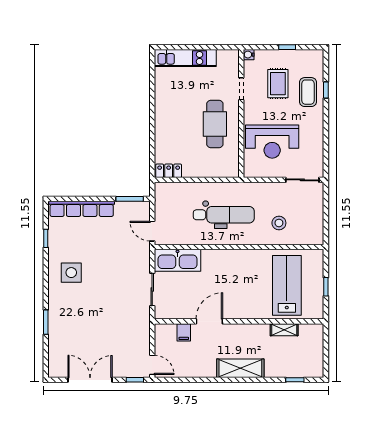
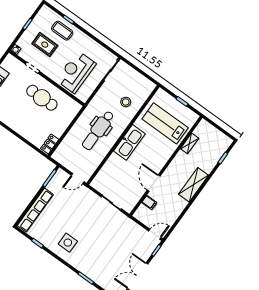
reception desk: (272, 142) -> (76, 72), turned 180
dental chair: (224, 215) -> (98, 130), turned 180
kitchen sink: (178, 260) -> (129, 142), moved

